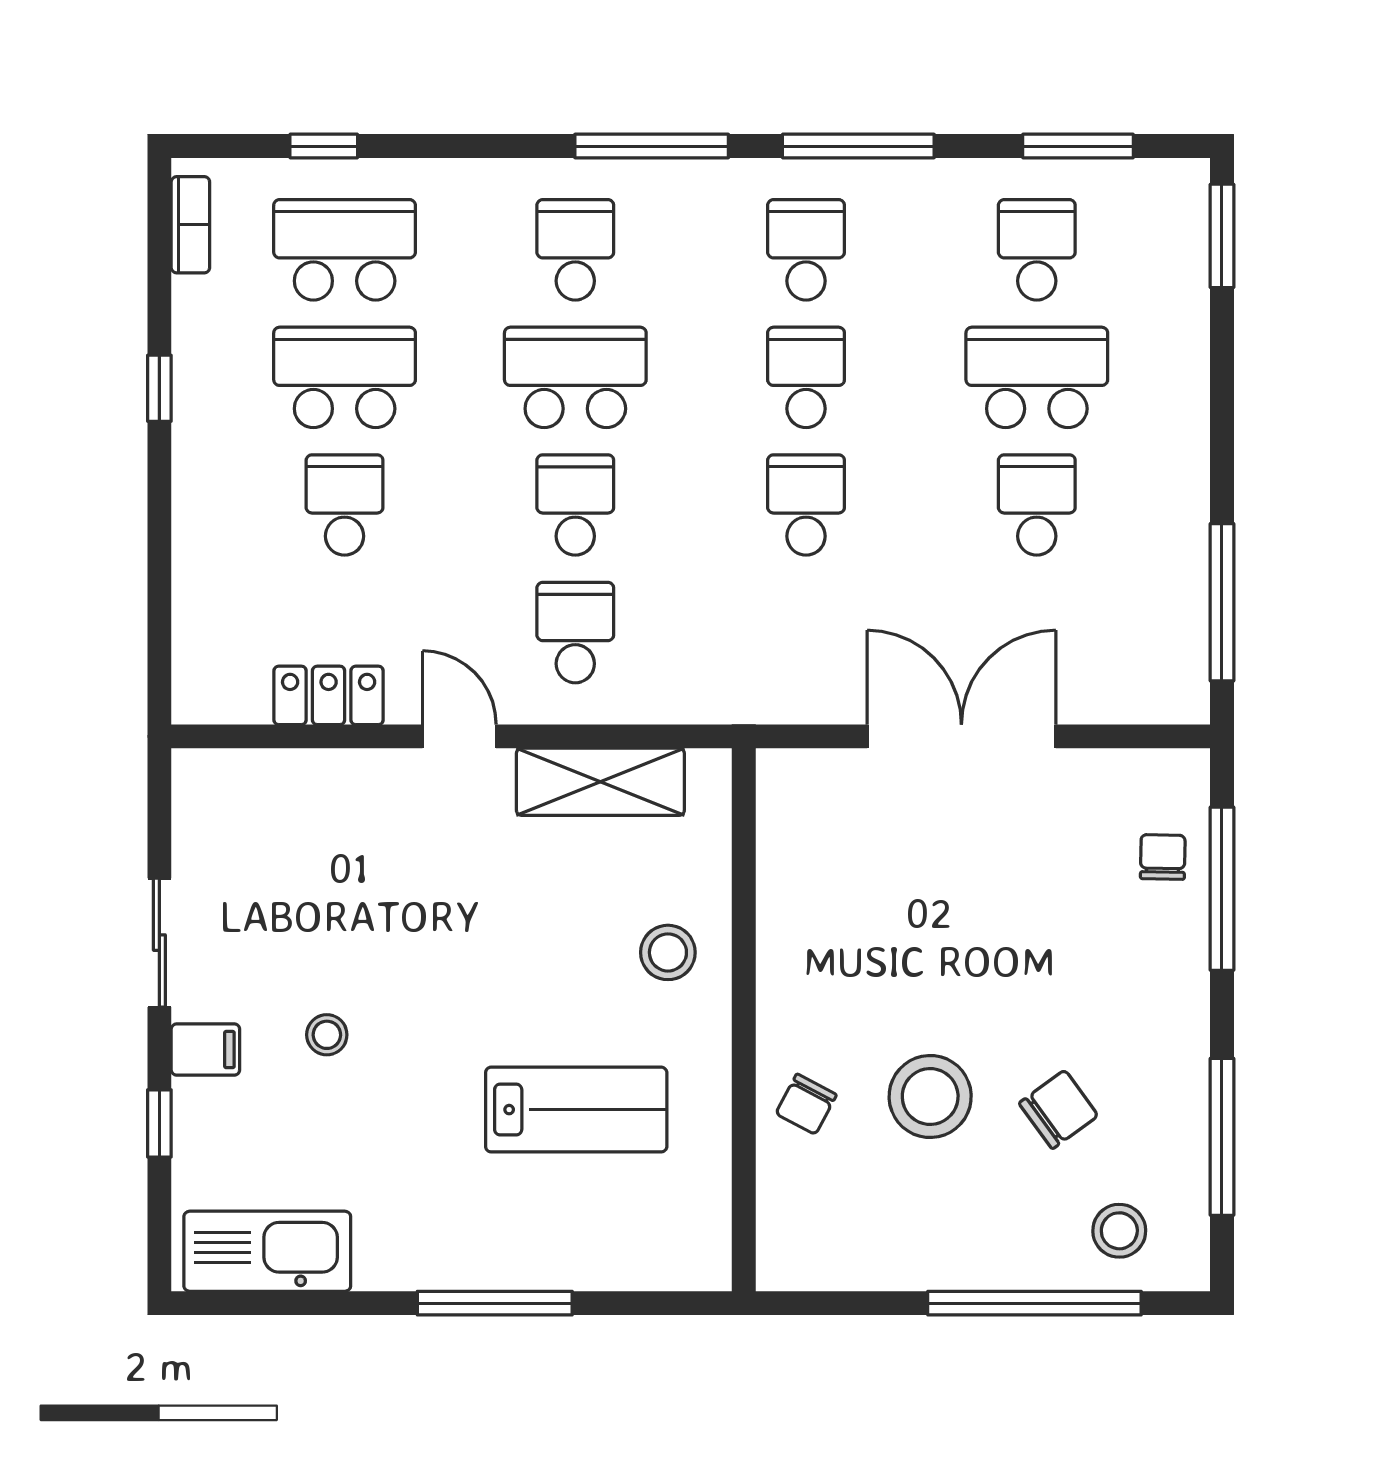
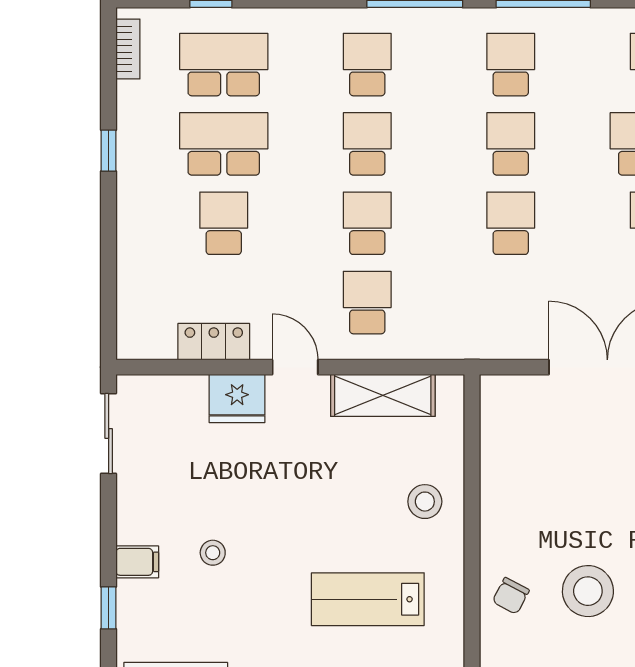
school desk: (575, 377) -> (367, 144), width x0.54
fridge: (366, 787) -> (237, 399), added
sliding door: (159, 943) -> (109, 434), moved
lab bench: (576, 1110) -> (368, 599), turned 180

